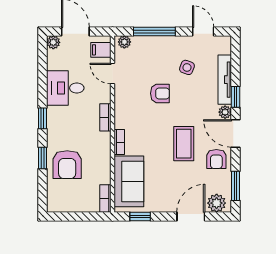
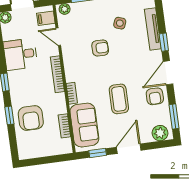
plant: (225, 112) -> (157, 56), removed
bookcase: (105, 117) -> (57, 74), width x1.56
door: (236, 133) -> (168, 73), hinge flipped
coffee table: (184, 144) -> (119, 99), moved
bookcase: (105, 198) -> (64, 126), moved
door: (191, 216) -> (129, 149), moved

